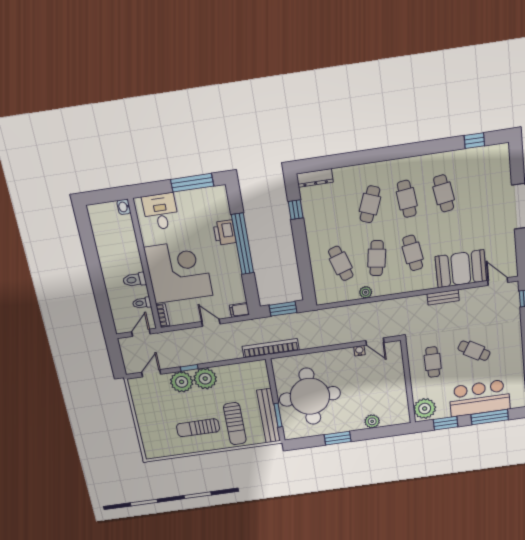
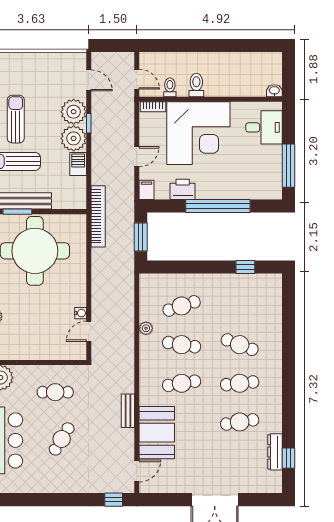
dresser: (315, 178) -> (275, 452), moved
printer: (225, 233) -> (183, 189), moved
barbecue: (227, 372) -> (78, 164), added

